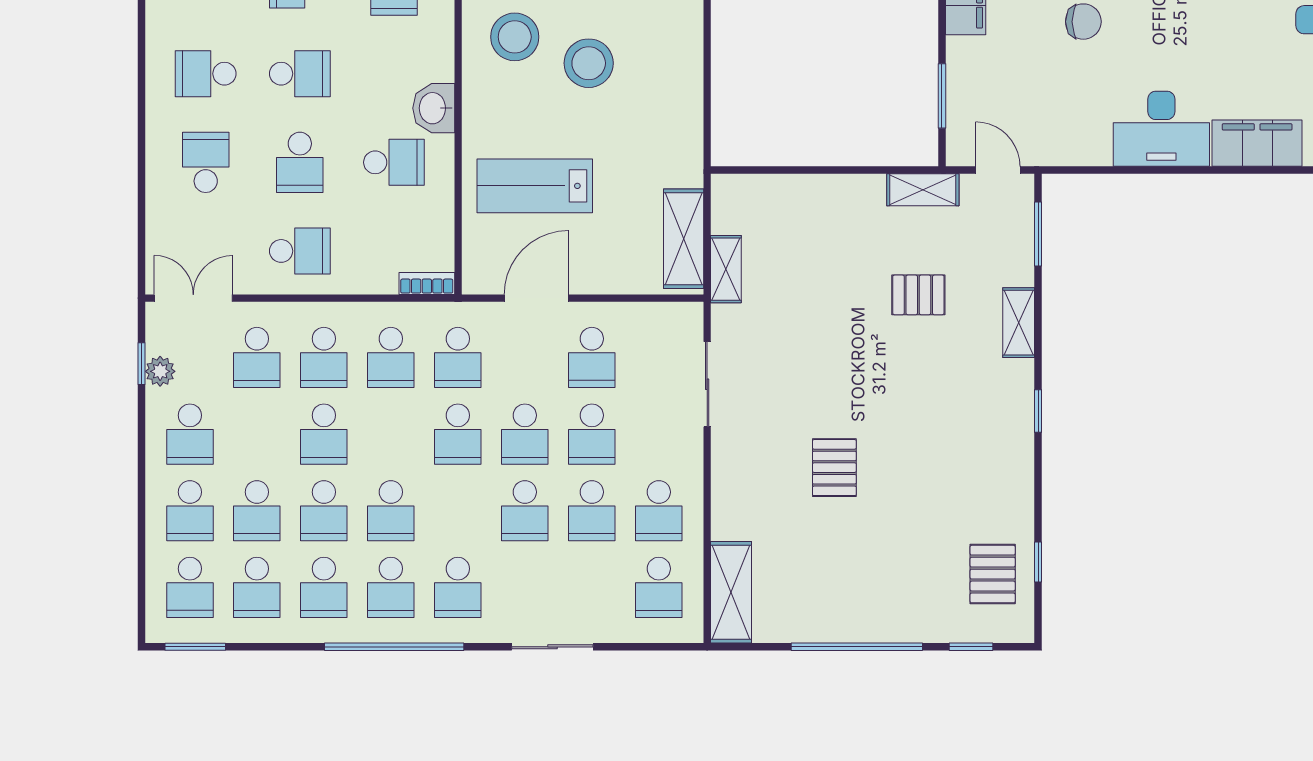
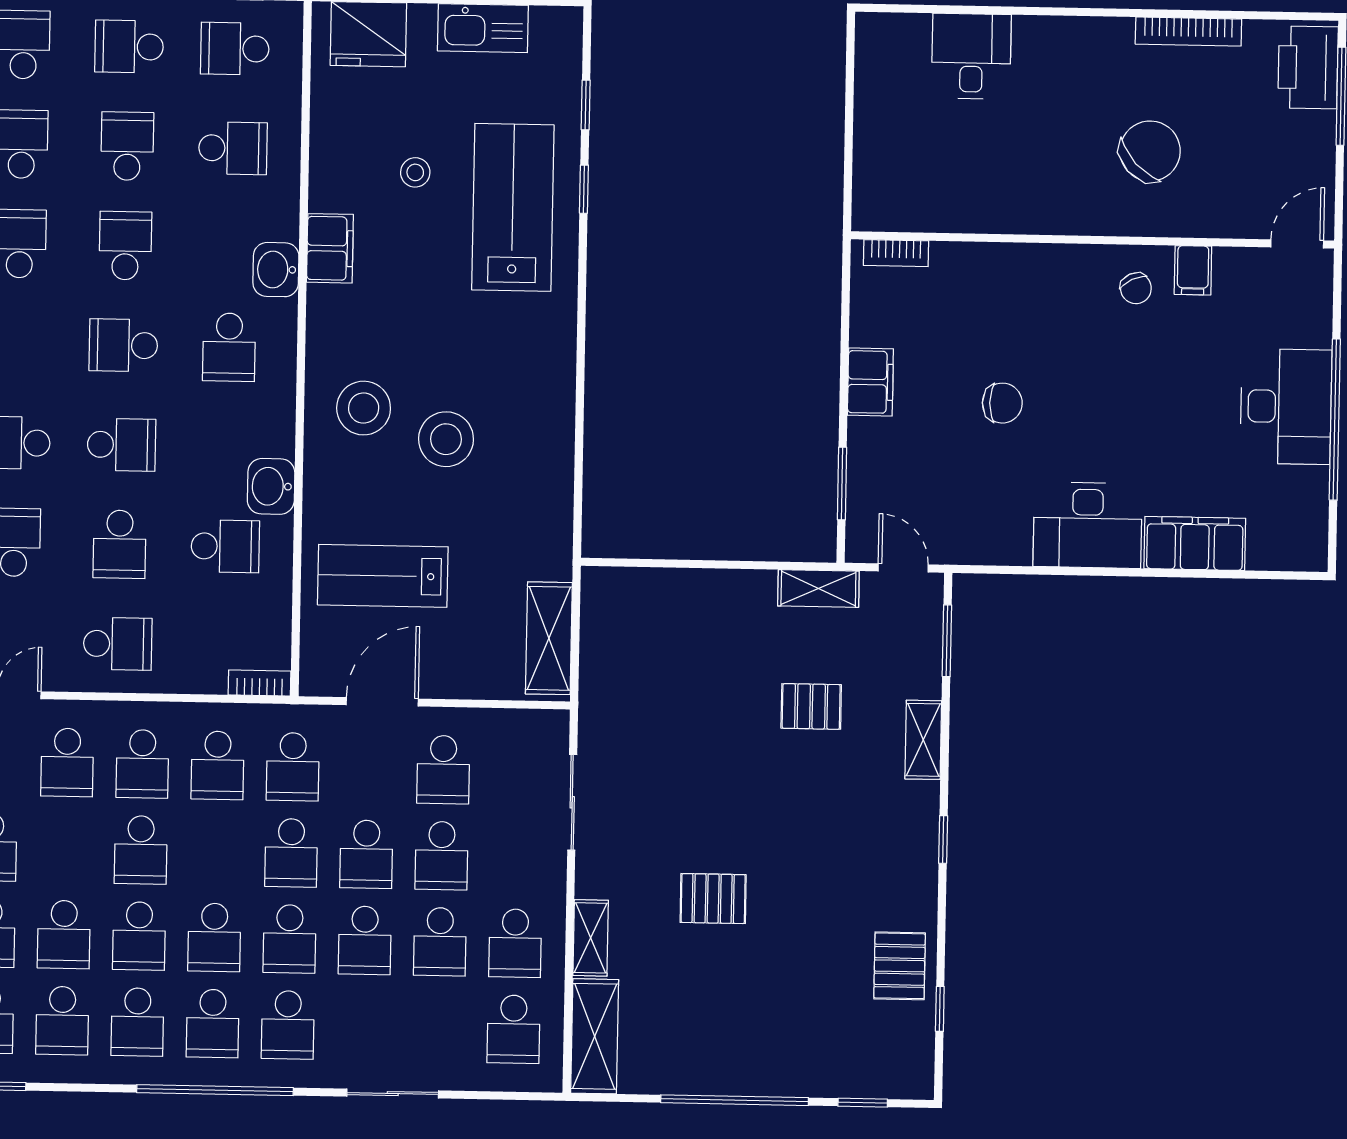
shelving: (726, 269) -> (591, 938), moved
pallet: (834, 468) -> (713, 899), turned 90
school desk: (458, 511) -> (289, 939), added
pallet: (993, 574) -> (900, 966), moved

